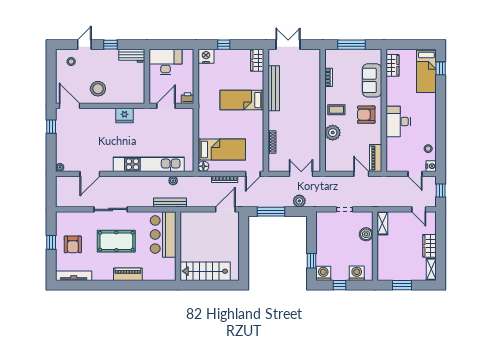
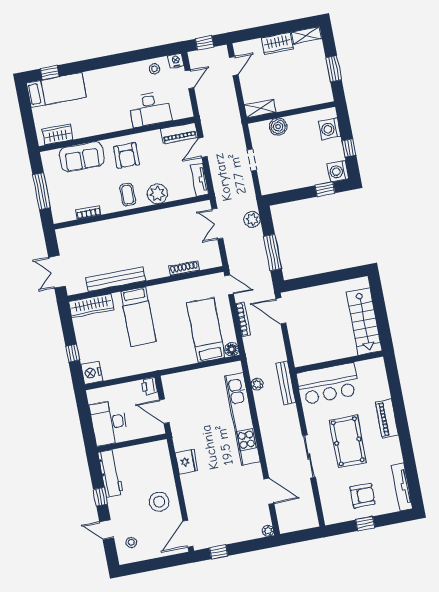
workbench: (132, 56) -> (110, 473), width x1.38
wardrobe: (257, 60) -> (91, 306), width x1.50
desk: (398, 122) -> (150, 109), moved
tv unit: (337, 167) -> (200, 180), added

